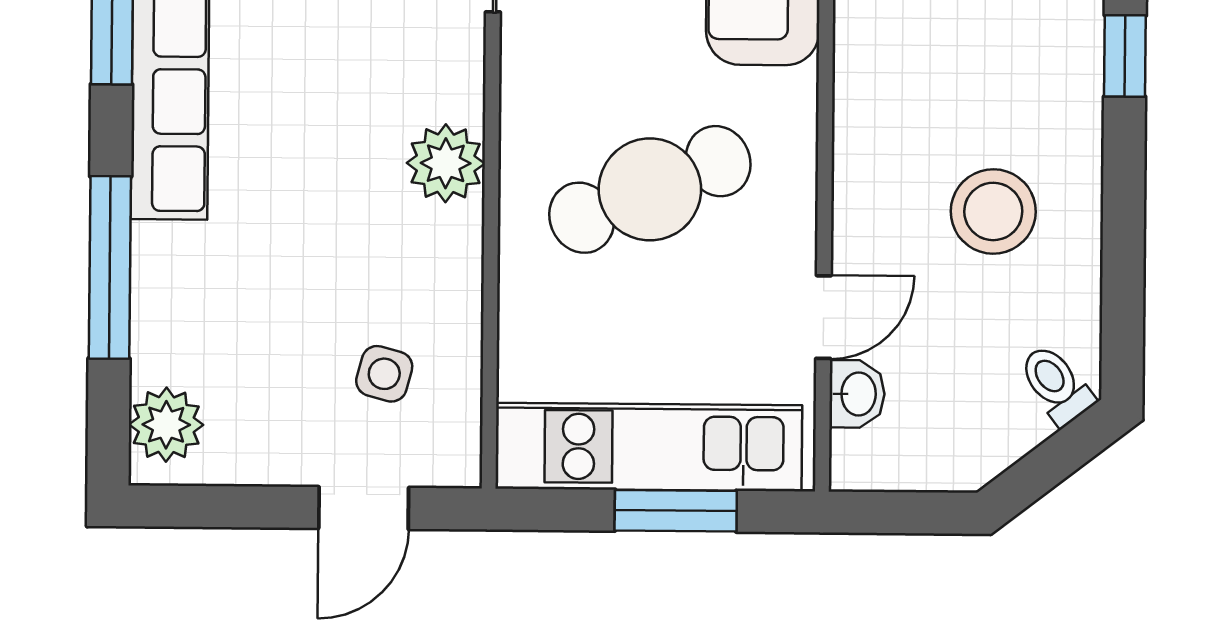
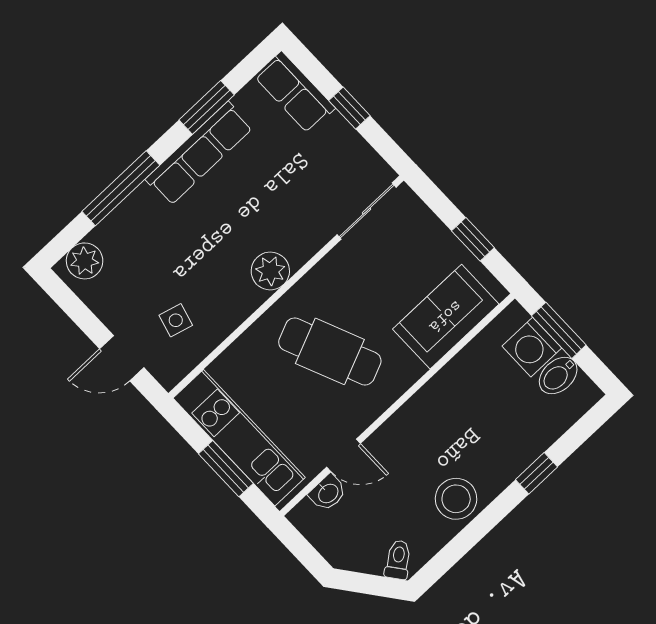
stool: (993, 211) -> (456, 499), moved

